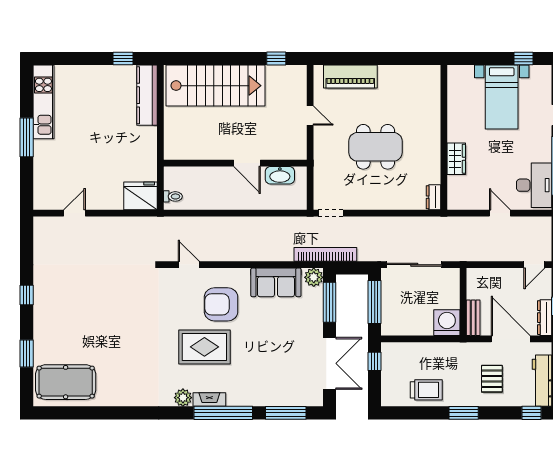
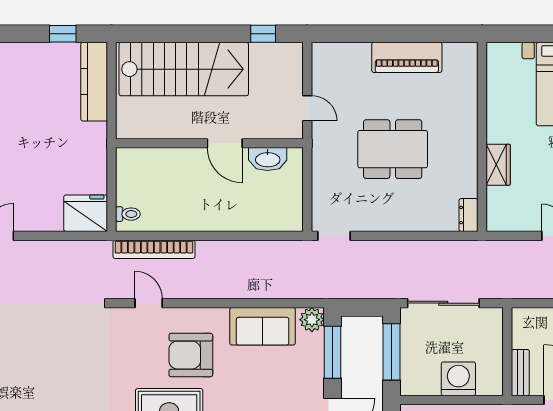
piano: (350, 77) -> (407, 57), moved
wall: (235, 163) -> (209, 143), moved
door: (247, 163) -> (225, 143), moved
washbasin: (280, 175) -> (268, 159), moved
bookcase: (325, 254) -> (154, 249), moved, turned 180
washing machine: (447, 323) -> (458, 379), moved

